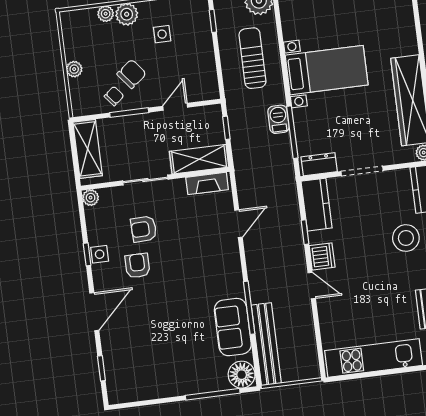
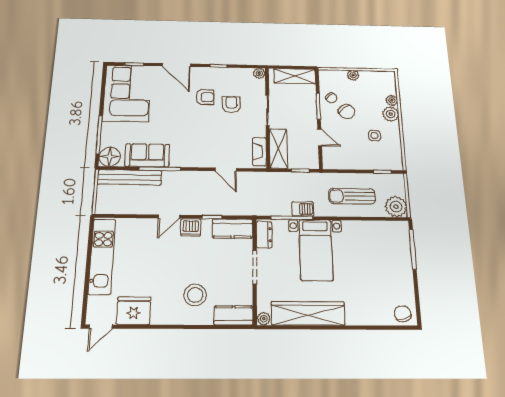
sun lounger: (252, 58) -> (352, 196), turned 180
bed with nightstands: (327, 70) -> (316, 250), moved
side table: (100, 254) -> (217, 74), removed
corner sofa: (147, 370) -> (127, 93), added

